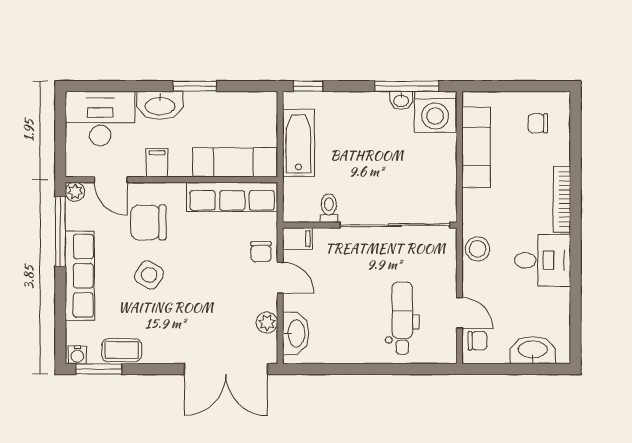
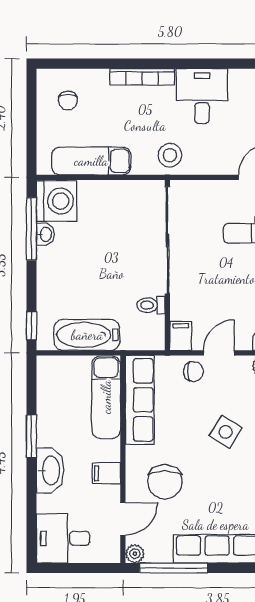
desk: (100, 119) -> (63, 538), width x0.73
stool: (478, 249) -> (170, 155), moved
side table: (149, 275) -> (226, 432), moved

